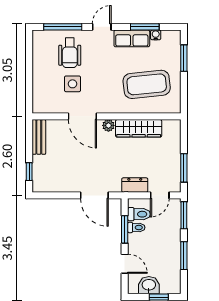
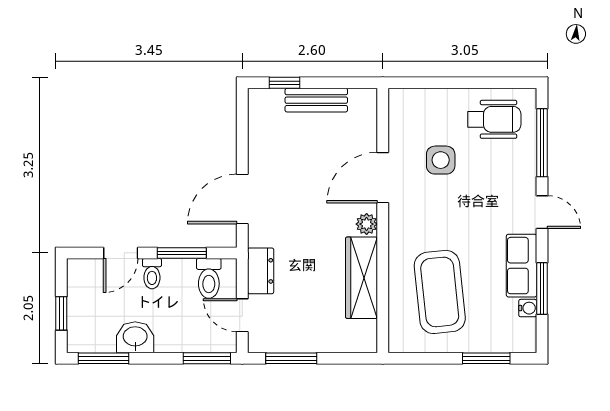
wheelchair: (70, 53) -> (494, 119), moved, turned 180
bench: (39, 137) -> (316, 100), moved
toilet: (136, 227) -> (152, 274), moved
window: (184, 256) -> (103, 358), moved
washbasin: (149, 285) -> (135, 337), moved, turned -90

